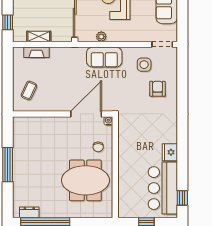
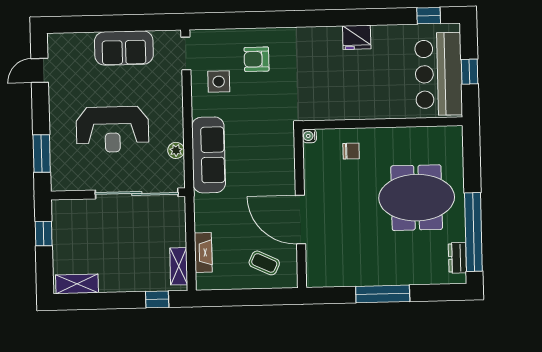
shelving: (39, 37) -> (179, 266), moved
sofa: (104, 57) -> (209, 155), width x1.36
door: (86, 114) -> (300, 220), moved
meeting table: (85, 180) -> (417, 198), moved, turned 90
bar counter: (163, 188) -> (439, 74), moved, turned 90

